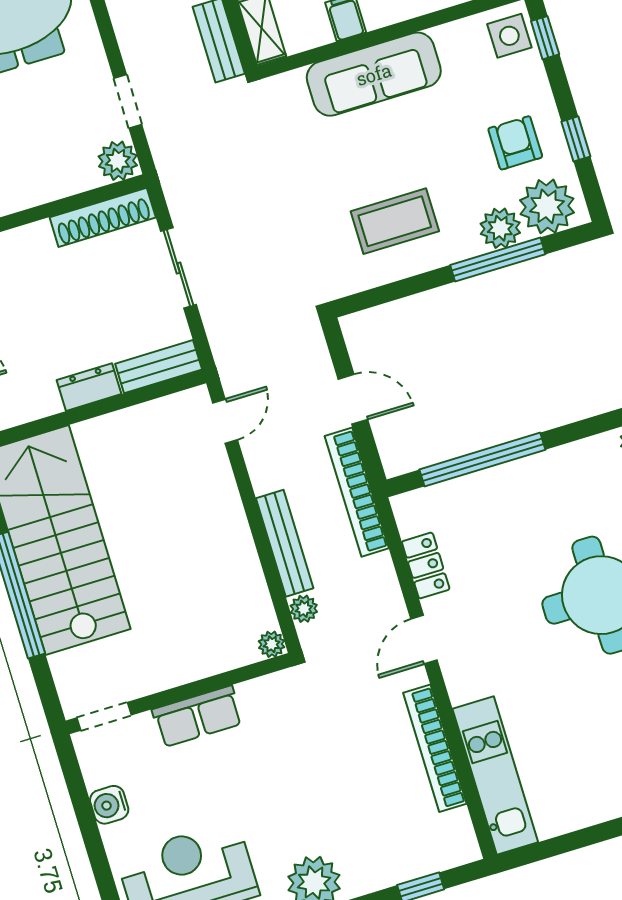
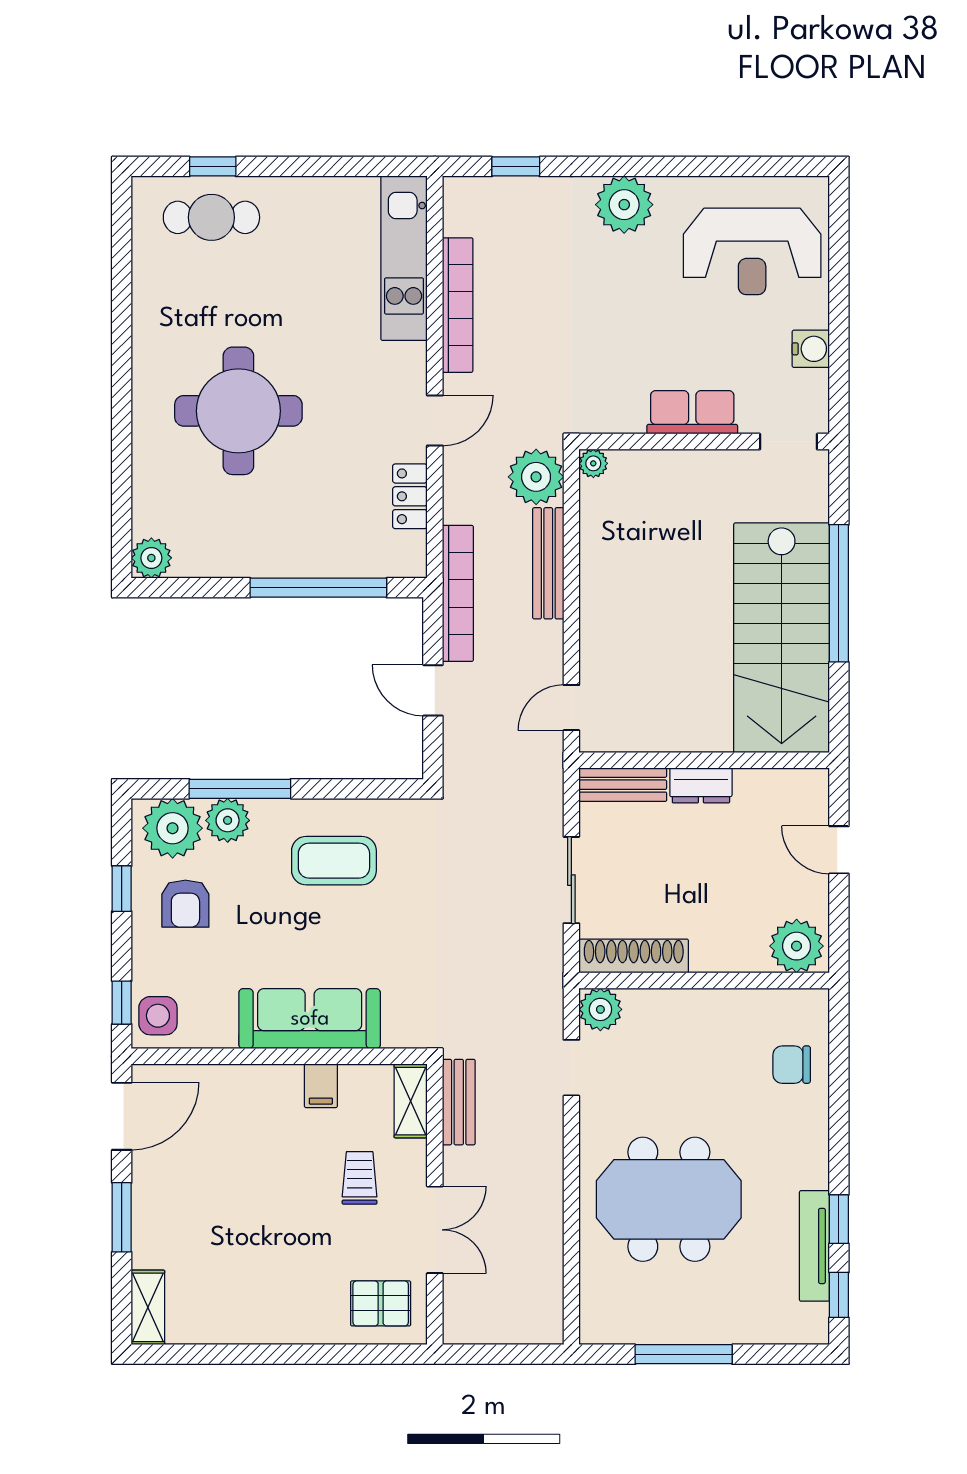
plant: (304, 609) -> (536, 477), width x1.88, depth x1.88

